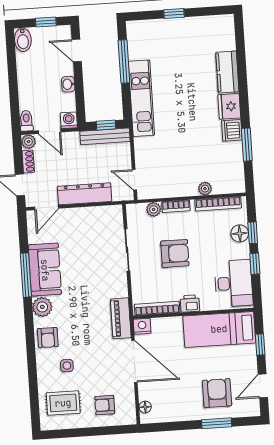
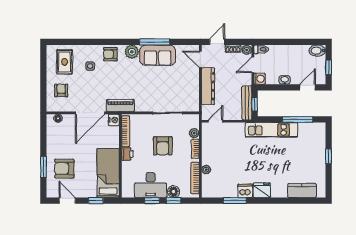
kitchen counter: (227, 72) -> (302, 190), moved
desk: (234, 283) -> (151, 185), moved
armchair: (217, 393) -> (64, 169), turned 180

